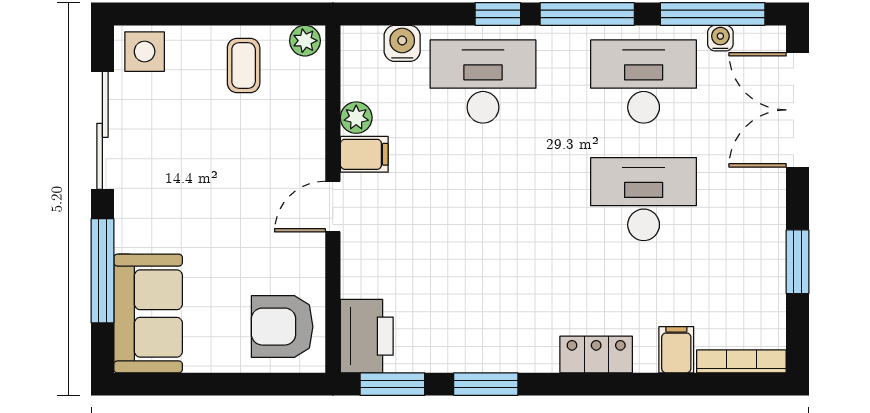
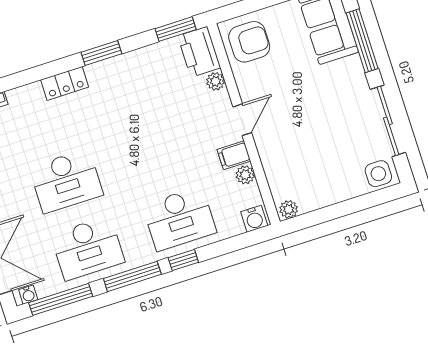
water cooler: (720, 38) -> (28, 295), moved
water cooler: (402, 43) -> (254, 219), moved
coffee table: (244, 66) -> (319, 184), removed
plant: (356, 281) -> (215, 81), added
filing cabinet: (676, 350) -> (20, 101), removed
window: (486, 384) -> (101, 53), moved

